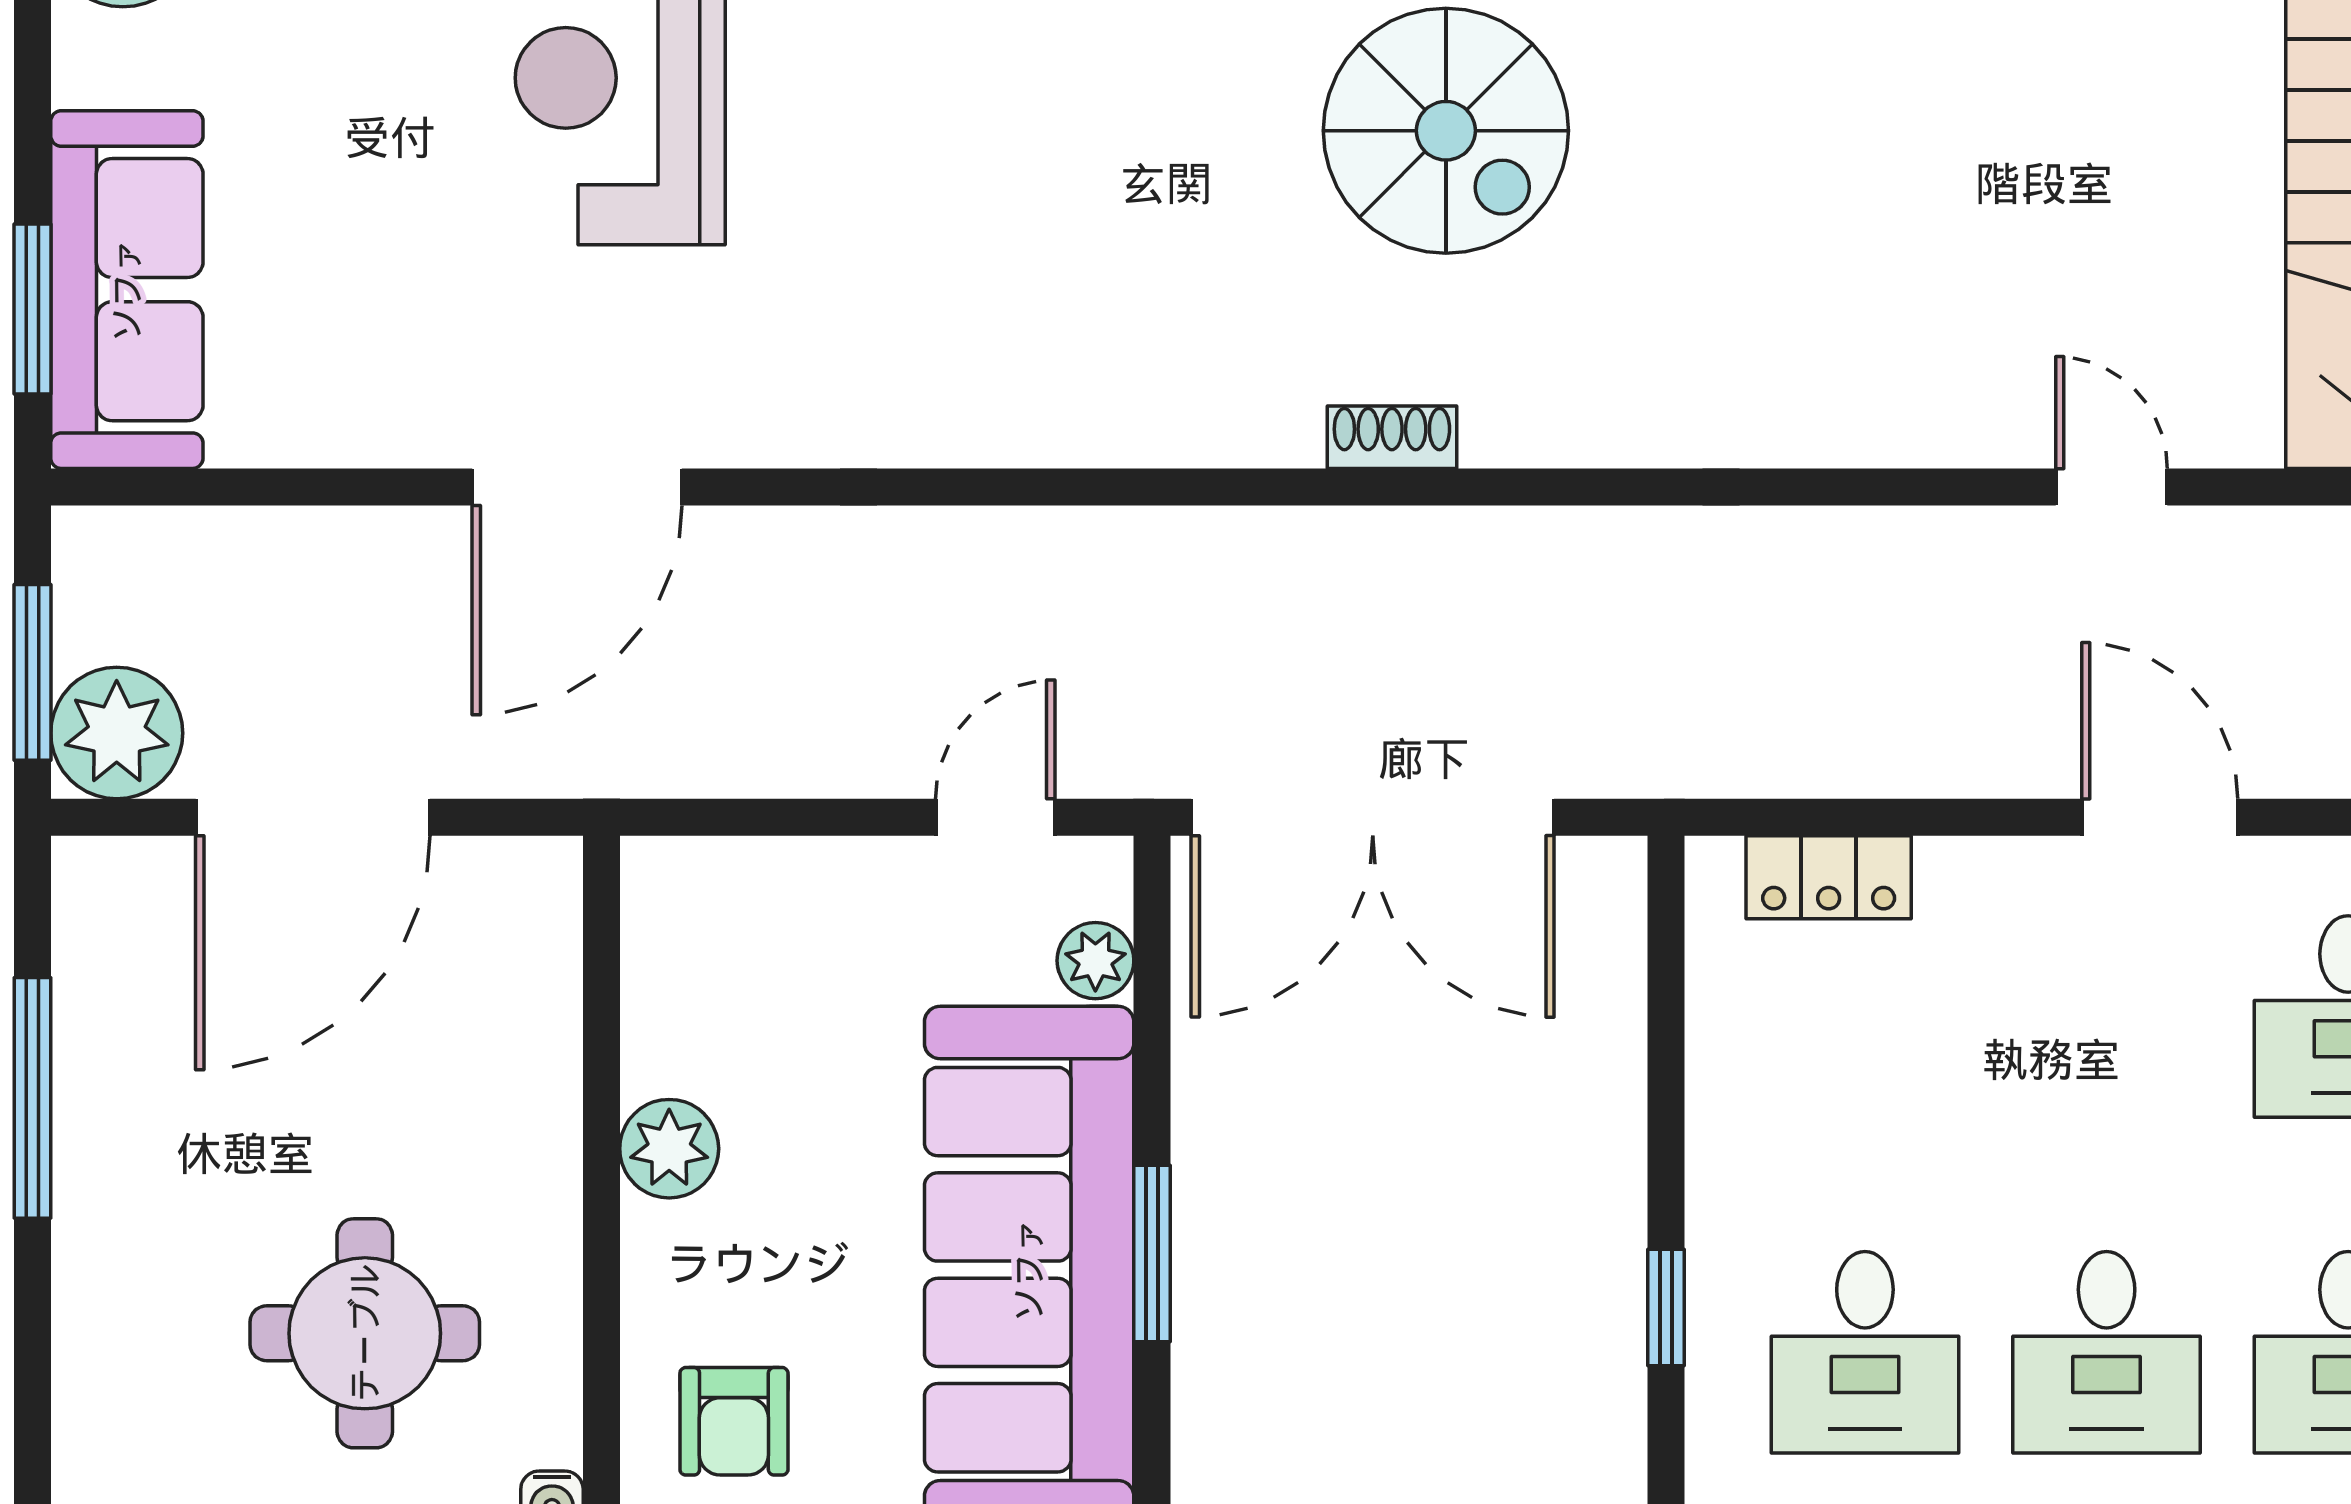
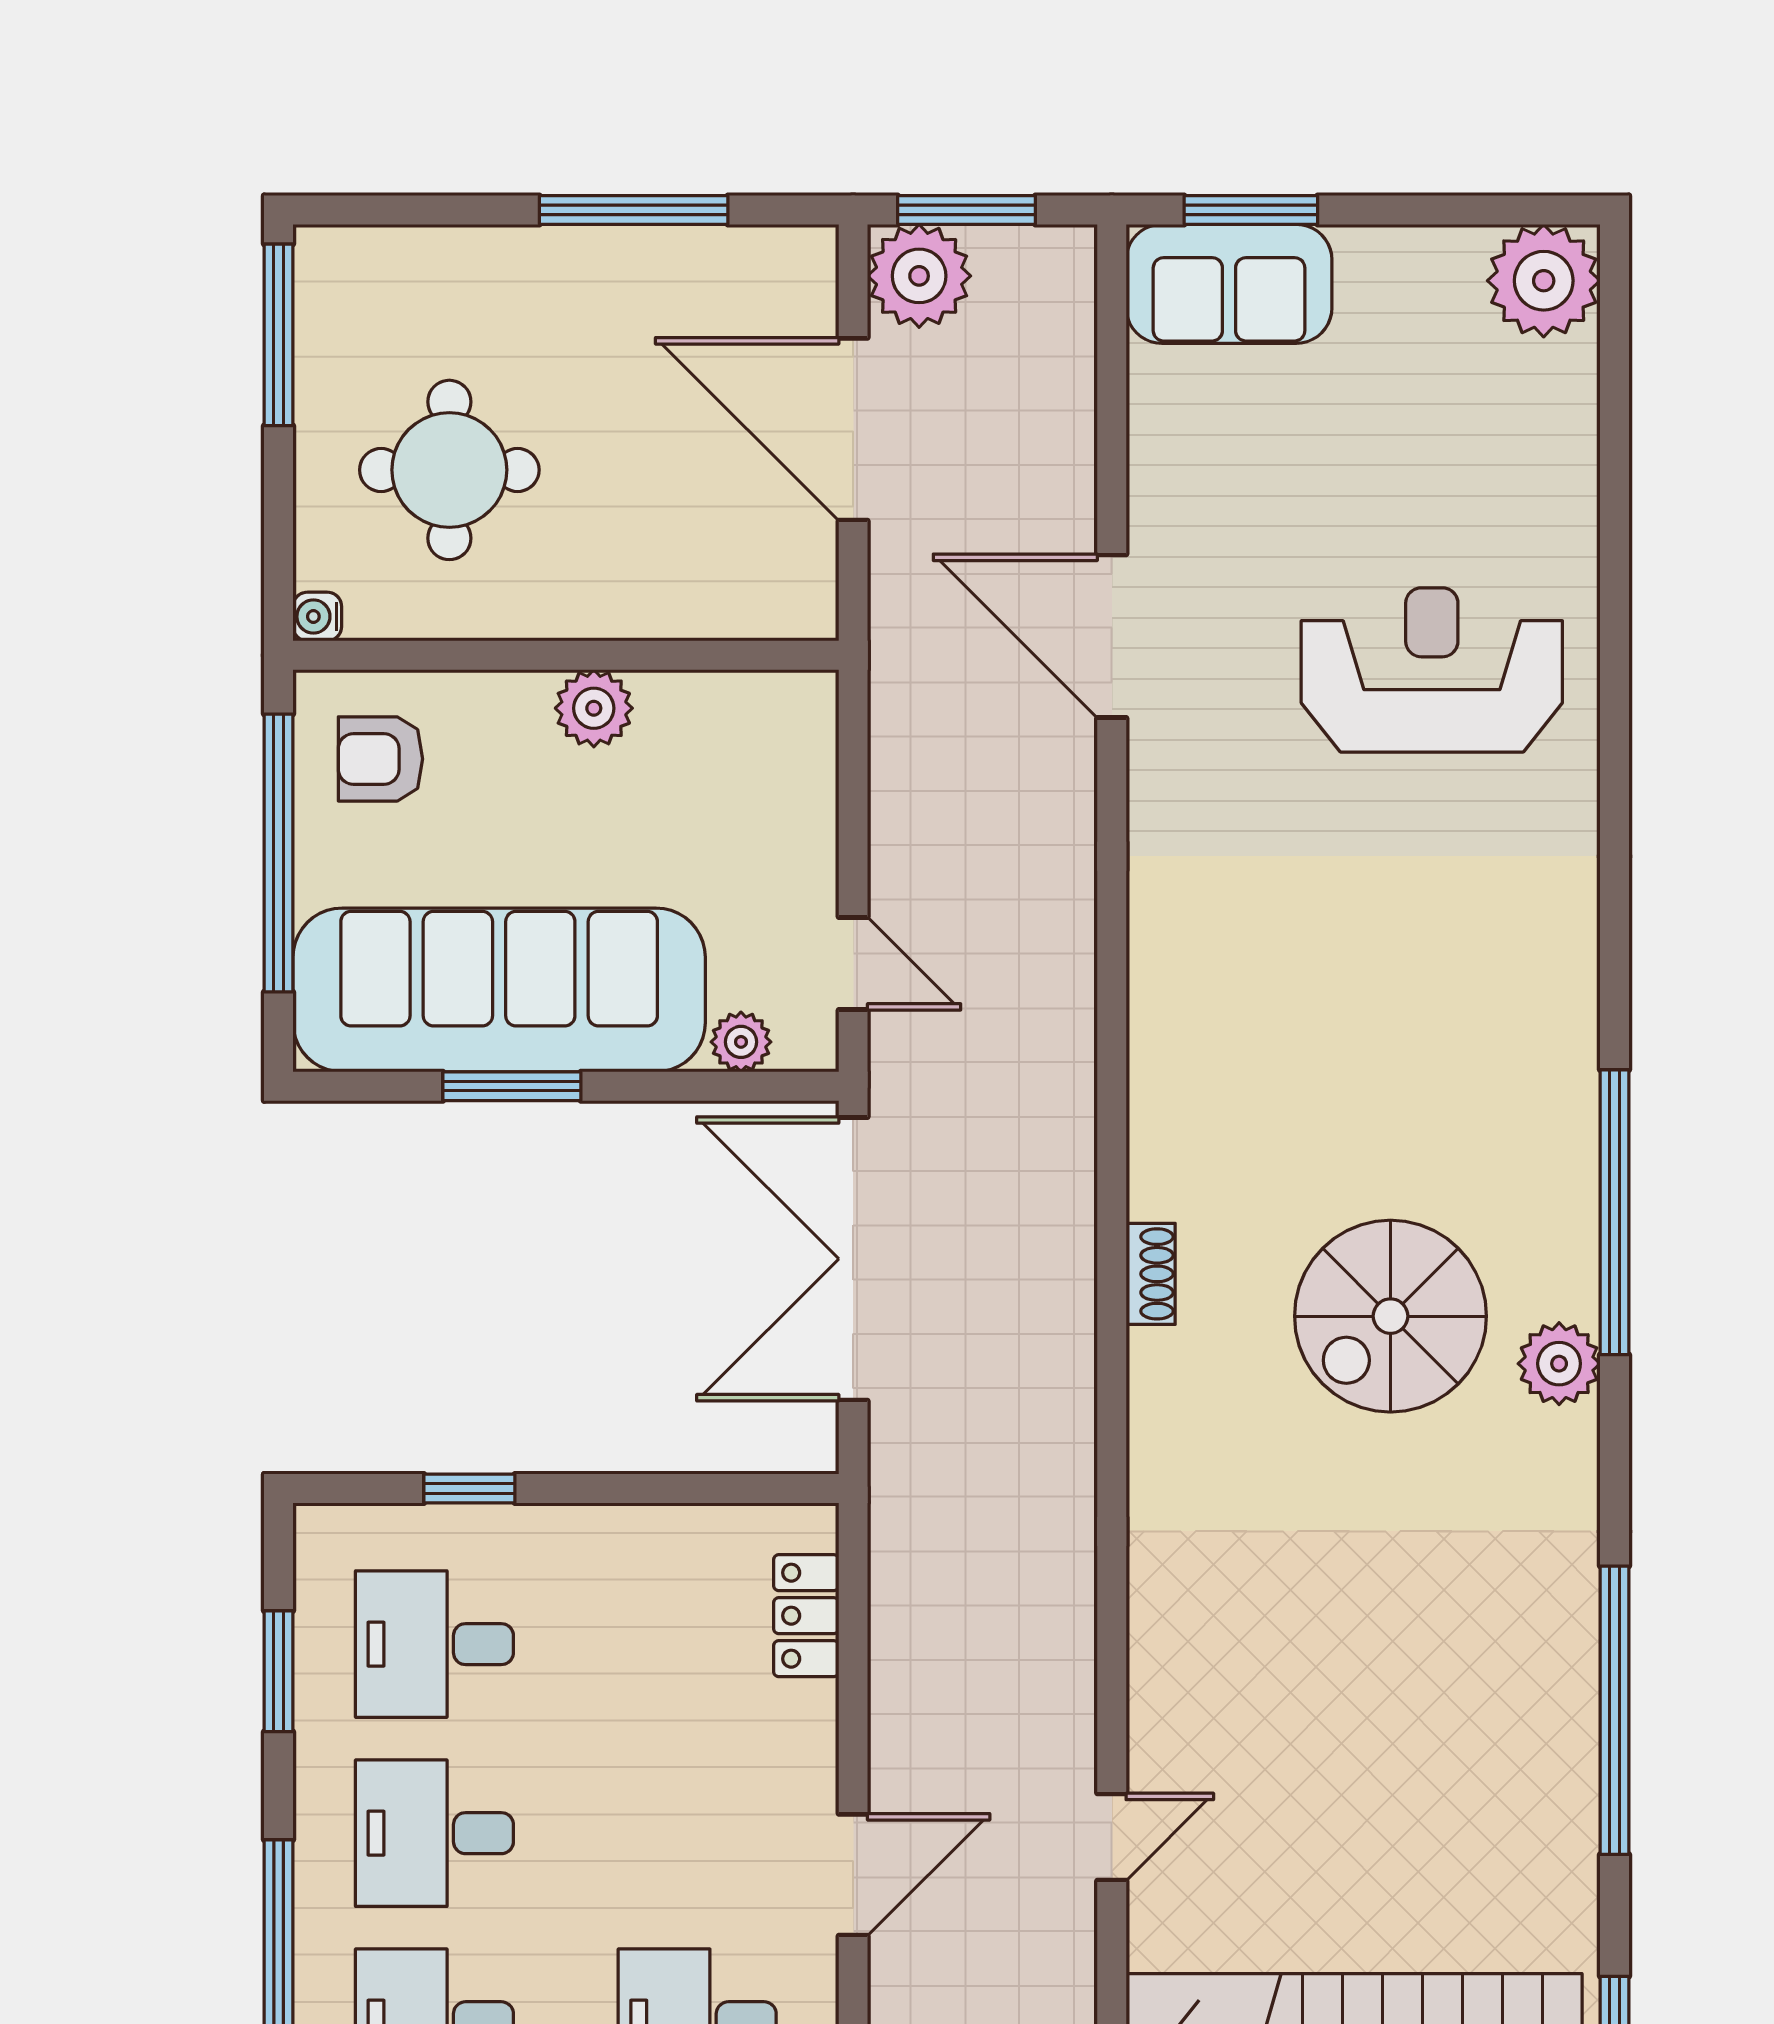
sofa: (127, 290) -> (1229, 284), width x0.73

